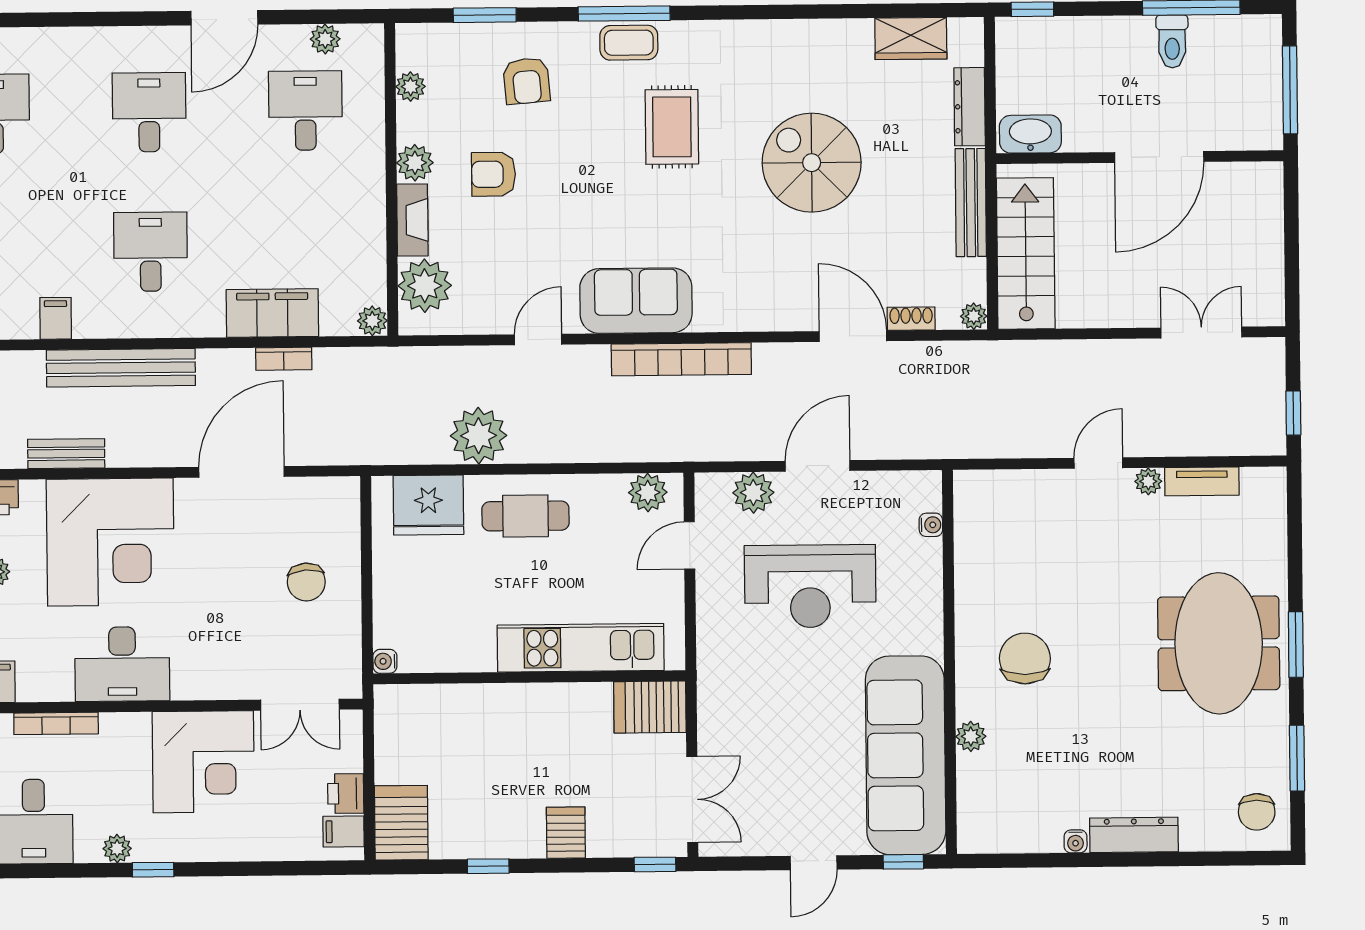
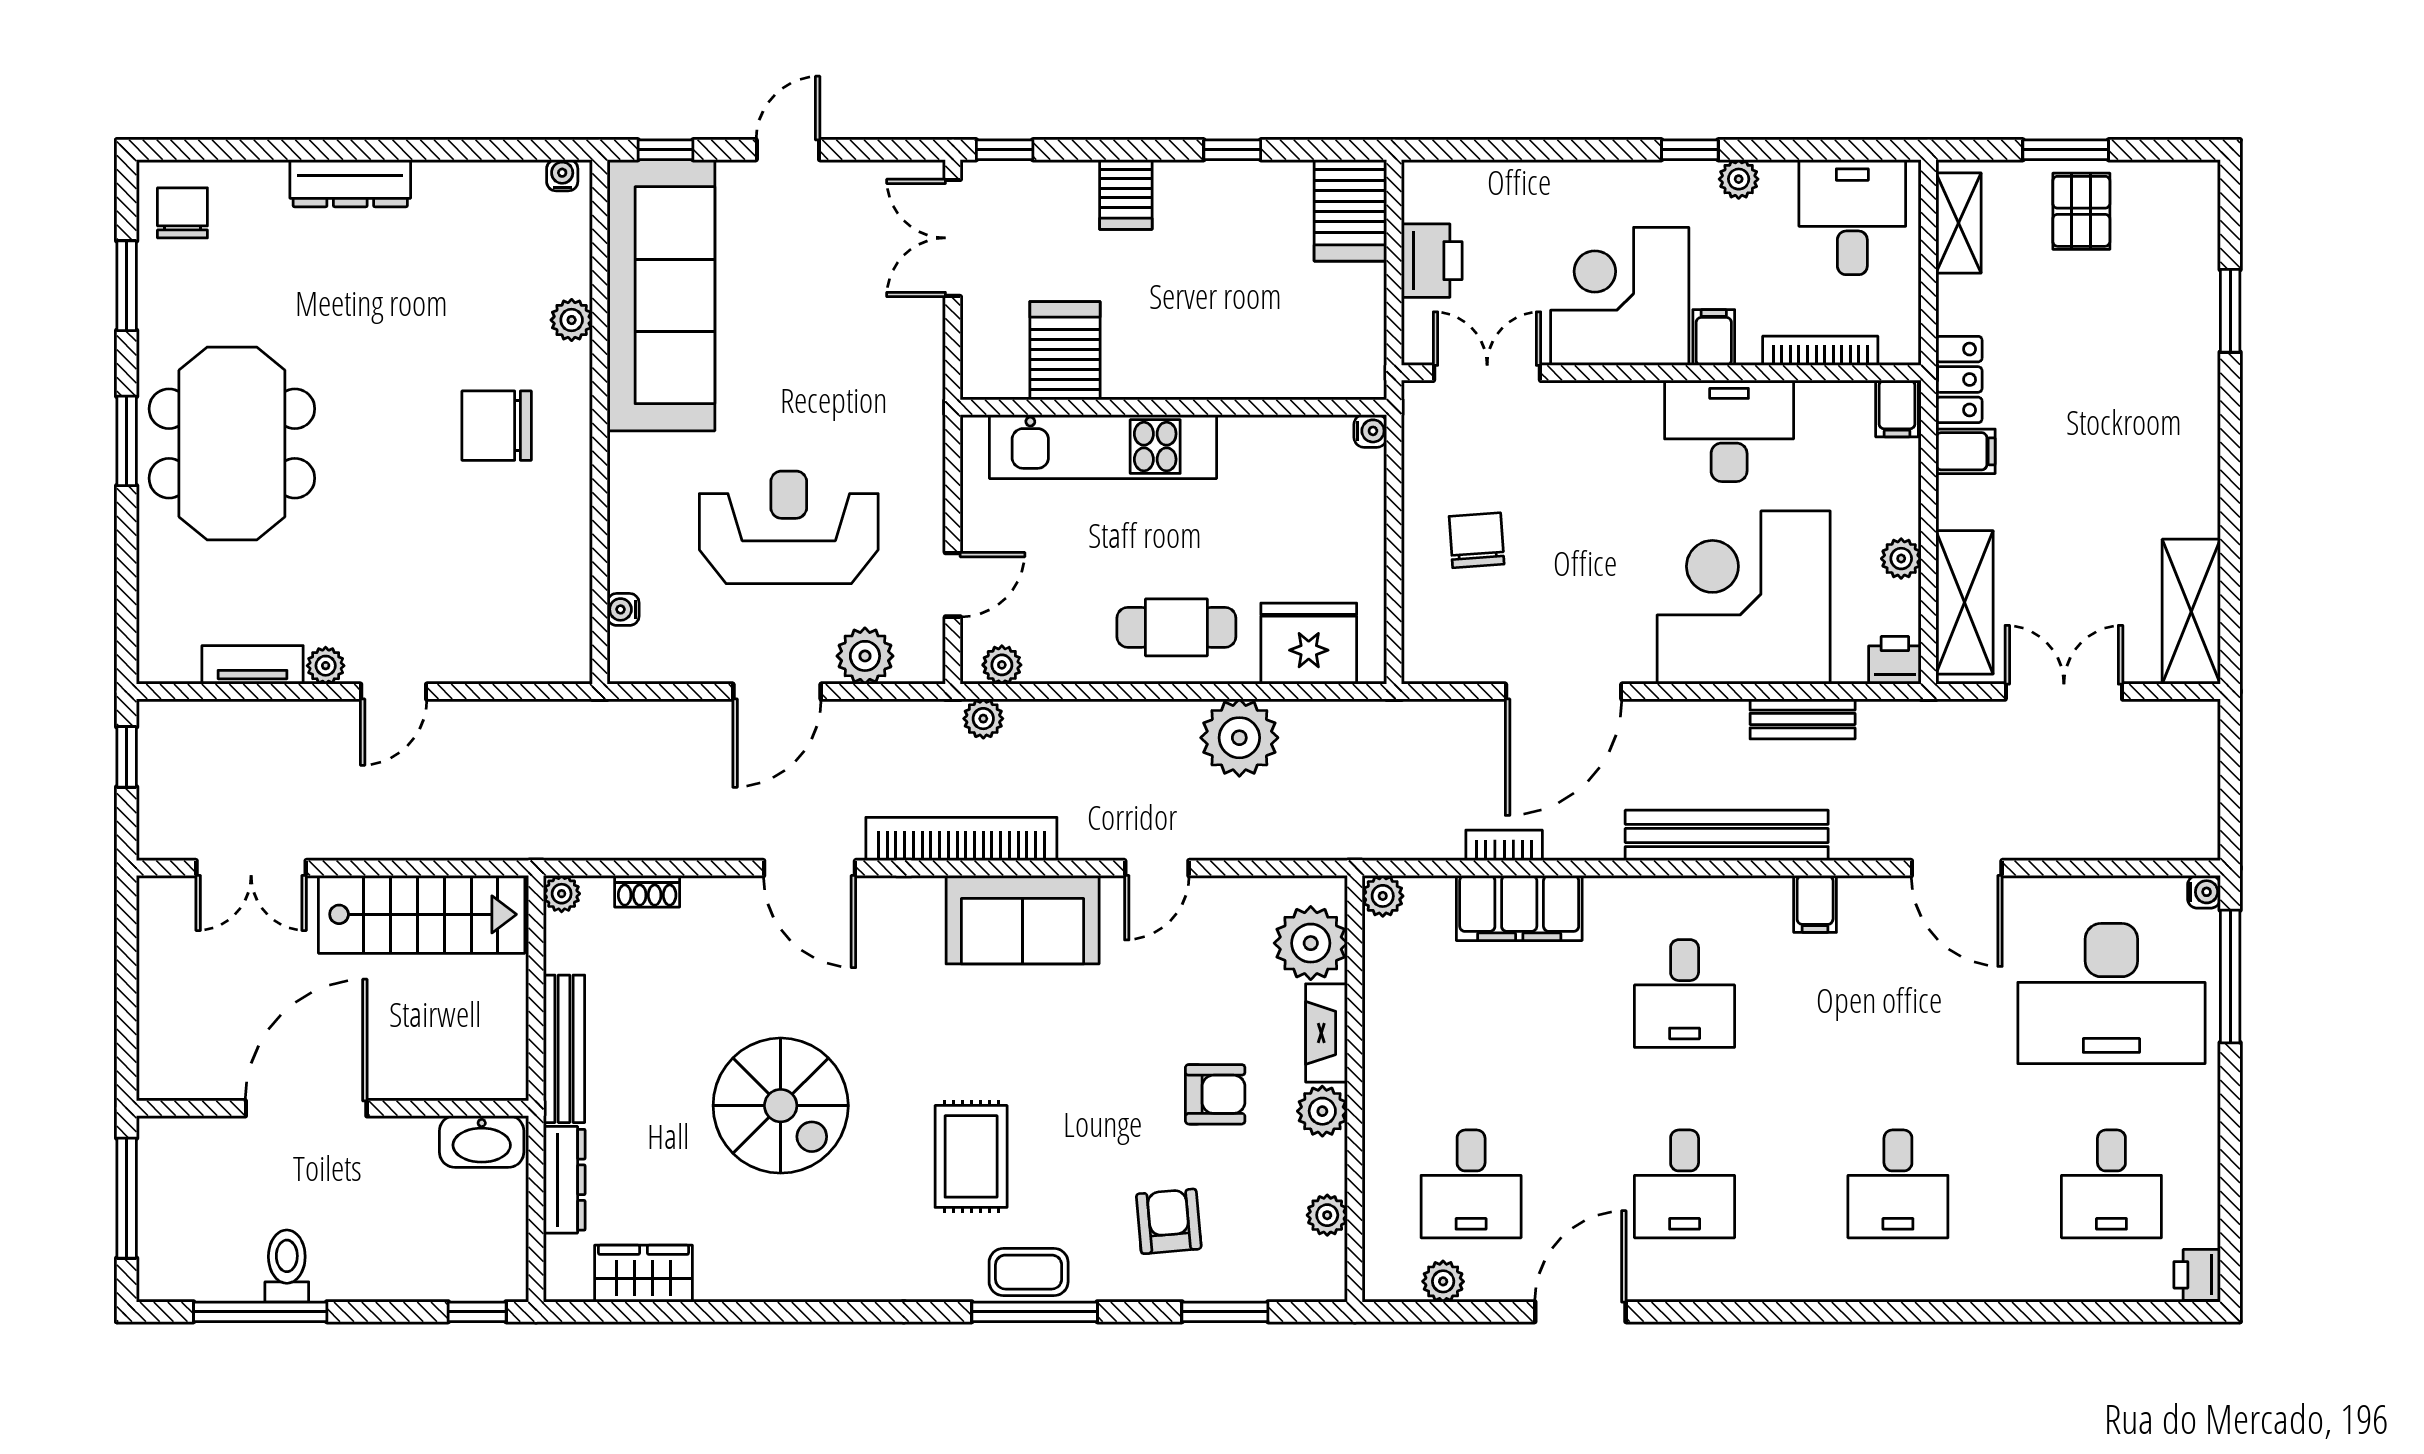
stairs: (1026, 253) -> (422, 914), moved, turned -90
door: (853, 336) -> (810, 868), moved
plant: (666, 448) -> (983, 719), added
plant: (648, 492) -> (1002, 665), width x0.73, depth x0.73
chair: (1025, 658) -> (497, 426), turned 90
server rack: (650, 707) -> (1065, 351), moved, turned -90
printer: (346, 794) -> (1432, 261), width x1.36, depth x1.24
filing cabinet: (343, 832) -> (1714, 338), moved, turned -90
water cooler: (1076, 841) -> (562, 175), moved

